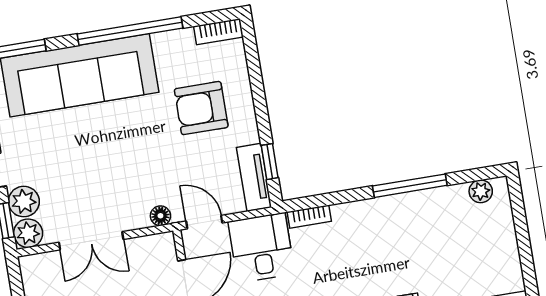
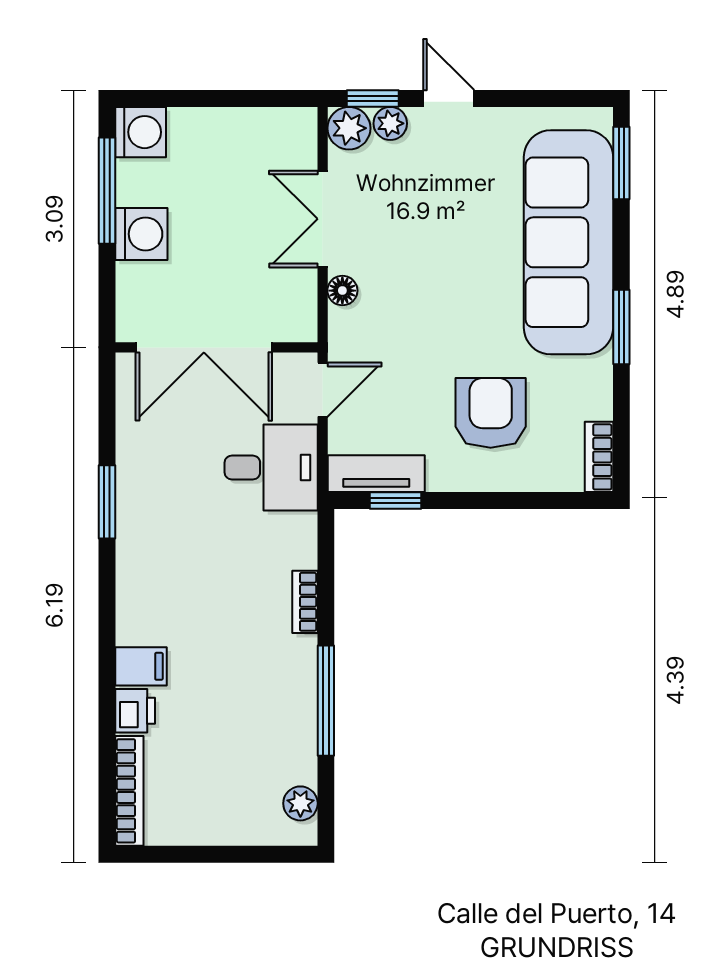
window: (130, 31) -> (621, 327), width x0.47
plant: (24, 202) -> (390, 123), width x0.73, depth x0.73
floor lamp: (160, 216) -> (342, 291), moved
bookcase: (309, 217) -> (305, 602), moved

